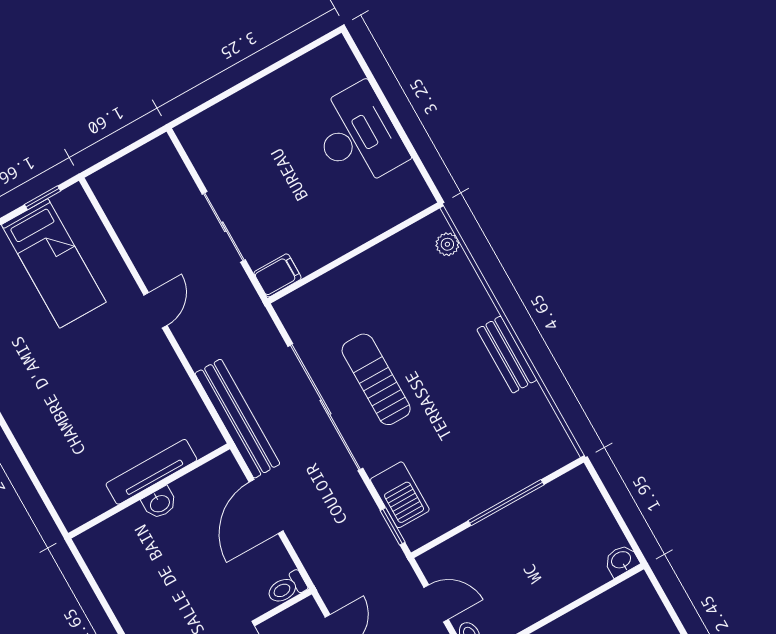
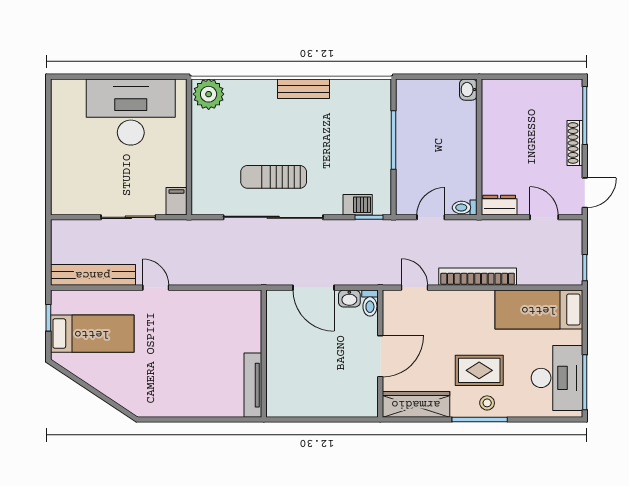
desk: (358, 136) -> (131, 112), width x1.36, depth x1.30
plant: (447, 244) -> (209, 94), width x1.87, depth x1.87
bench: (237, 419) -> (93, 275), moved
tv unit: (151, 472) -> (253, 385), moved
barbecue: (400, 495) -> (358, 205), width x0.73, depth x0.79
washbasin: (160, 503) -> (349, 299), moved, turned 90

